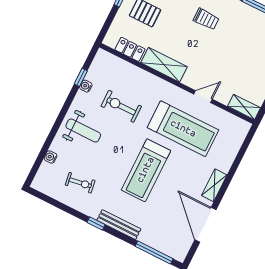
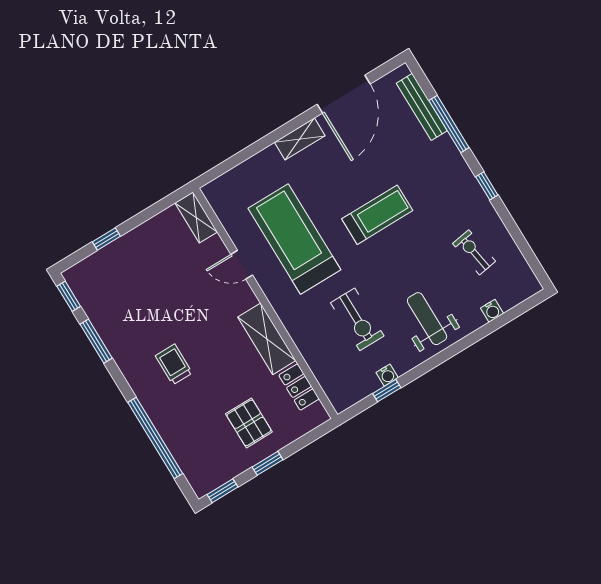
treadmill: (146, 170) -> (377, 215), width x0.73, depth x0.73
bench: (119, 225) -> (422, 107), moved
window: (154, 252) -> (449, 124), moved

